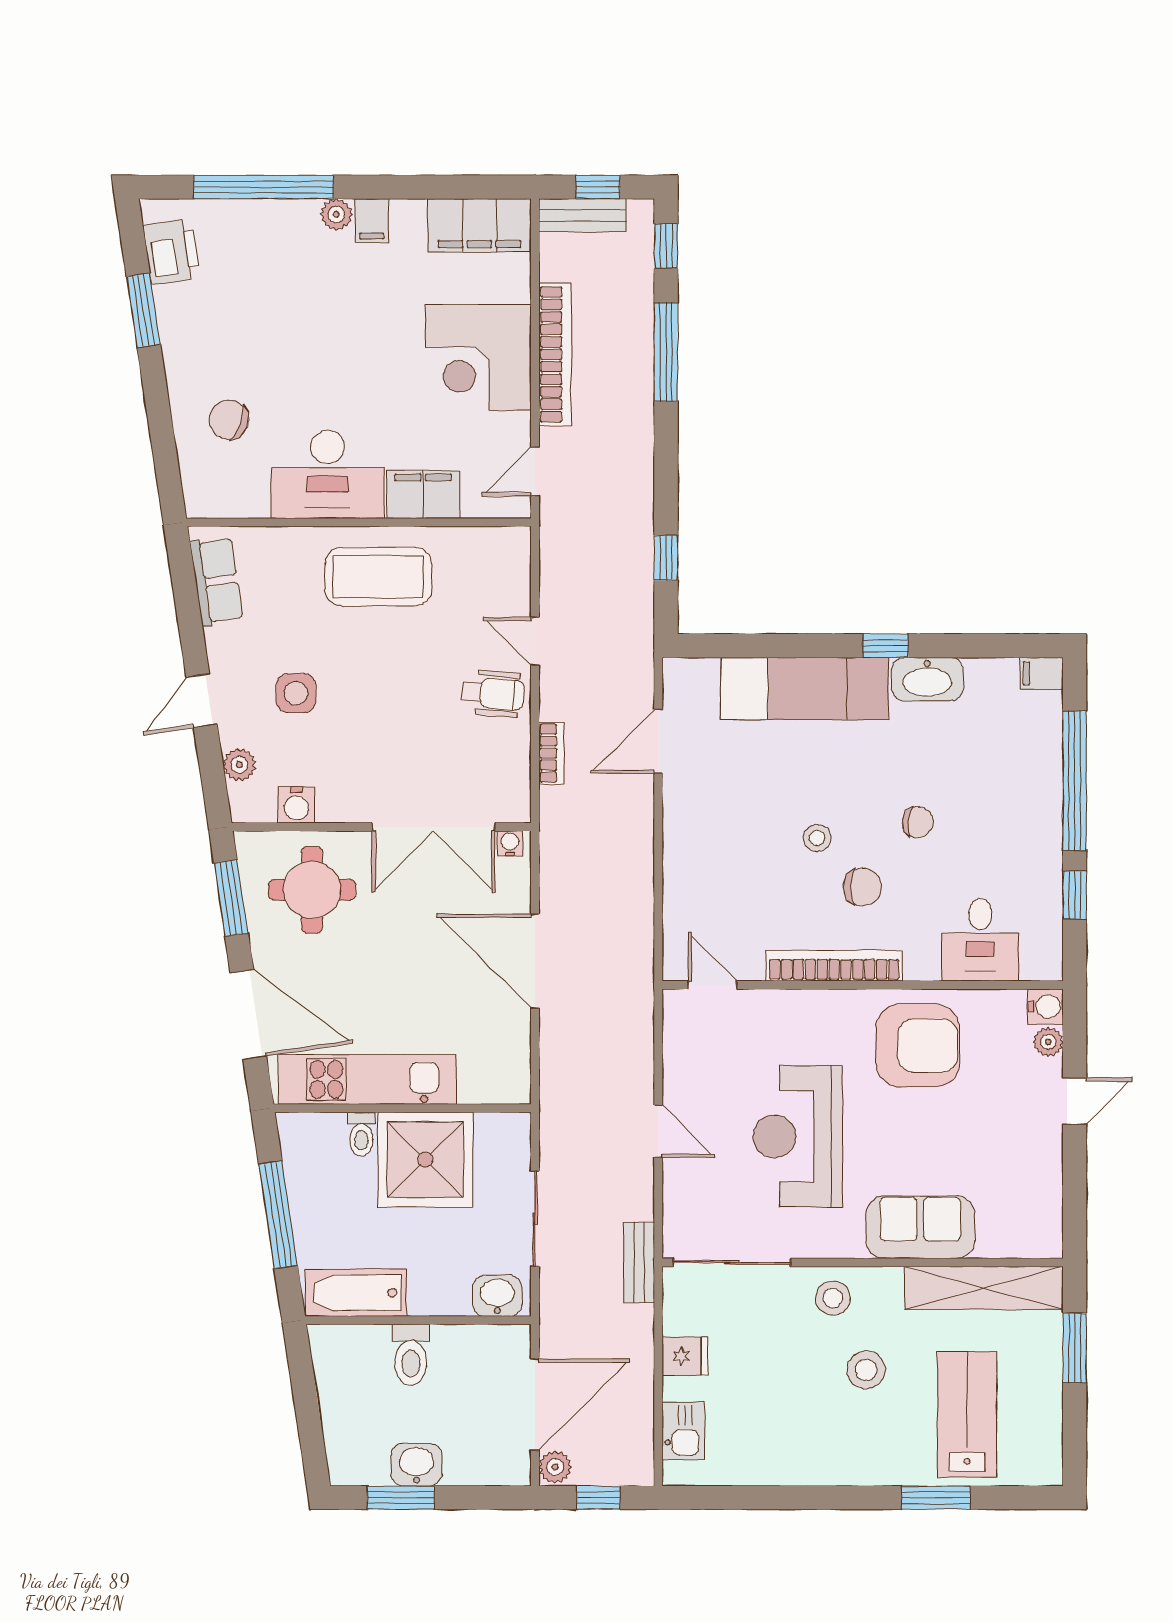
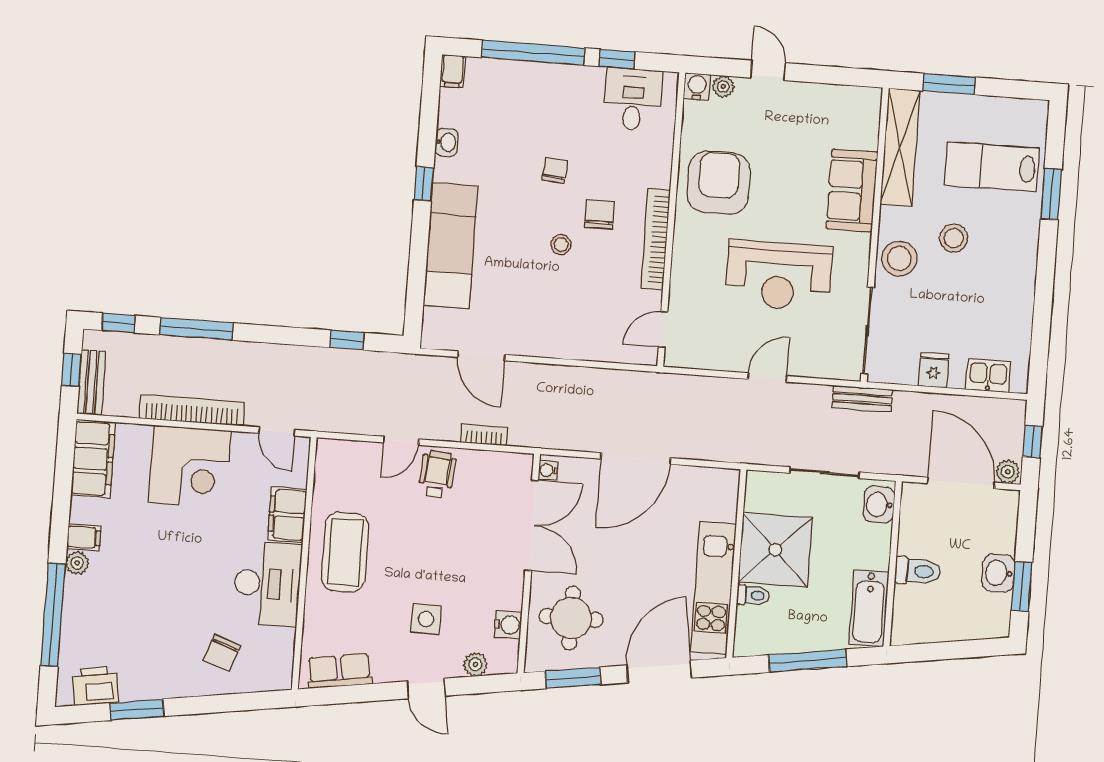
washbasin: (927, 679) -> (447, 142), width x0.52, depth x0.69
desk: (980, 940) -> (633, 99), moved, turned -90
stool: (833, 1298) -> (899, 259), width x1.38, depth x1.38

